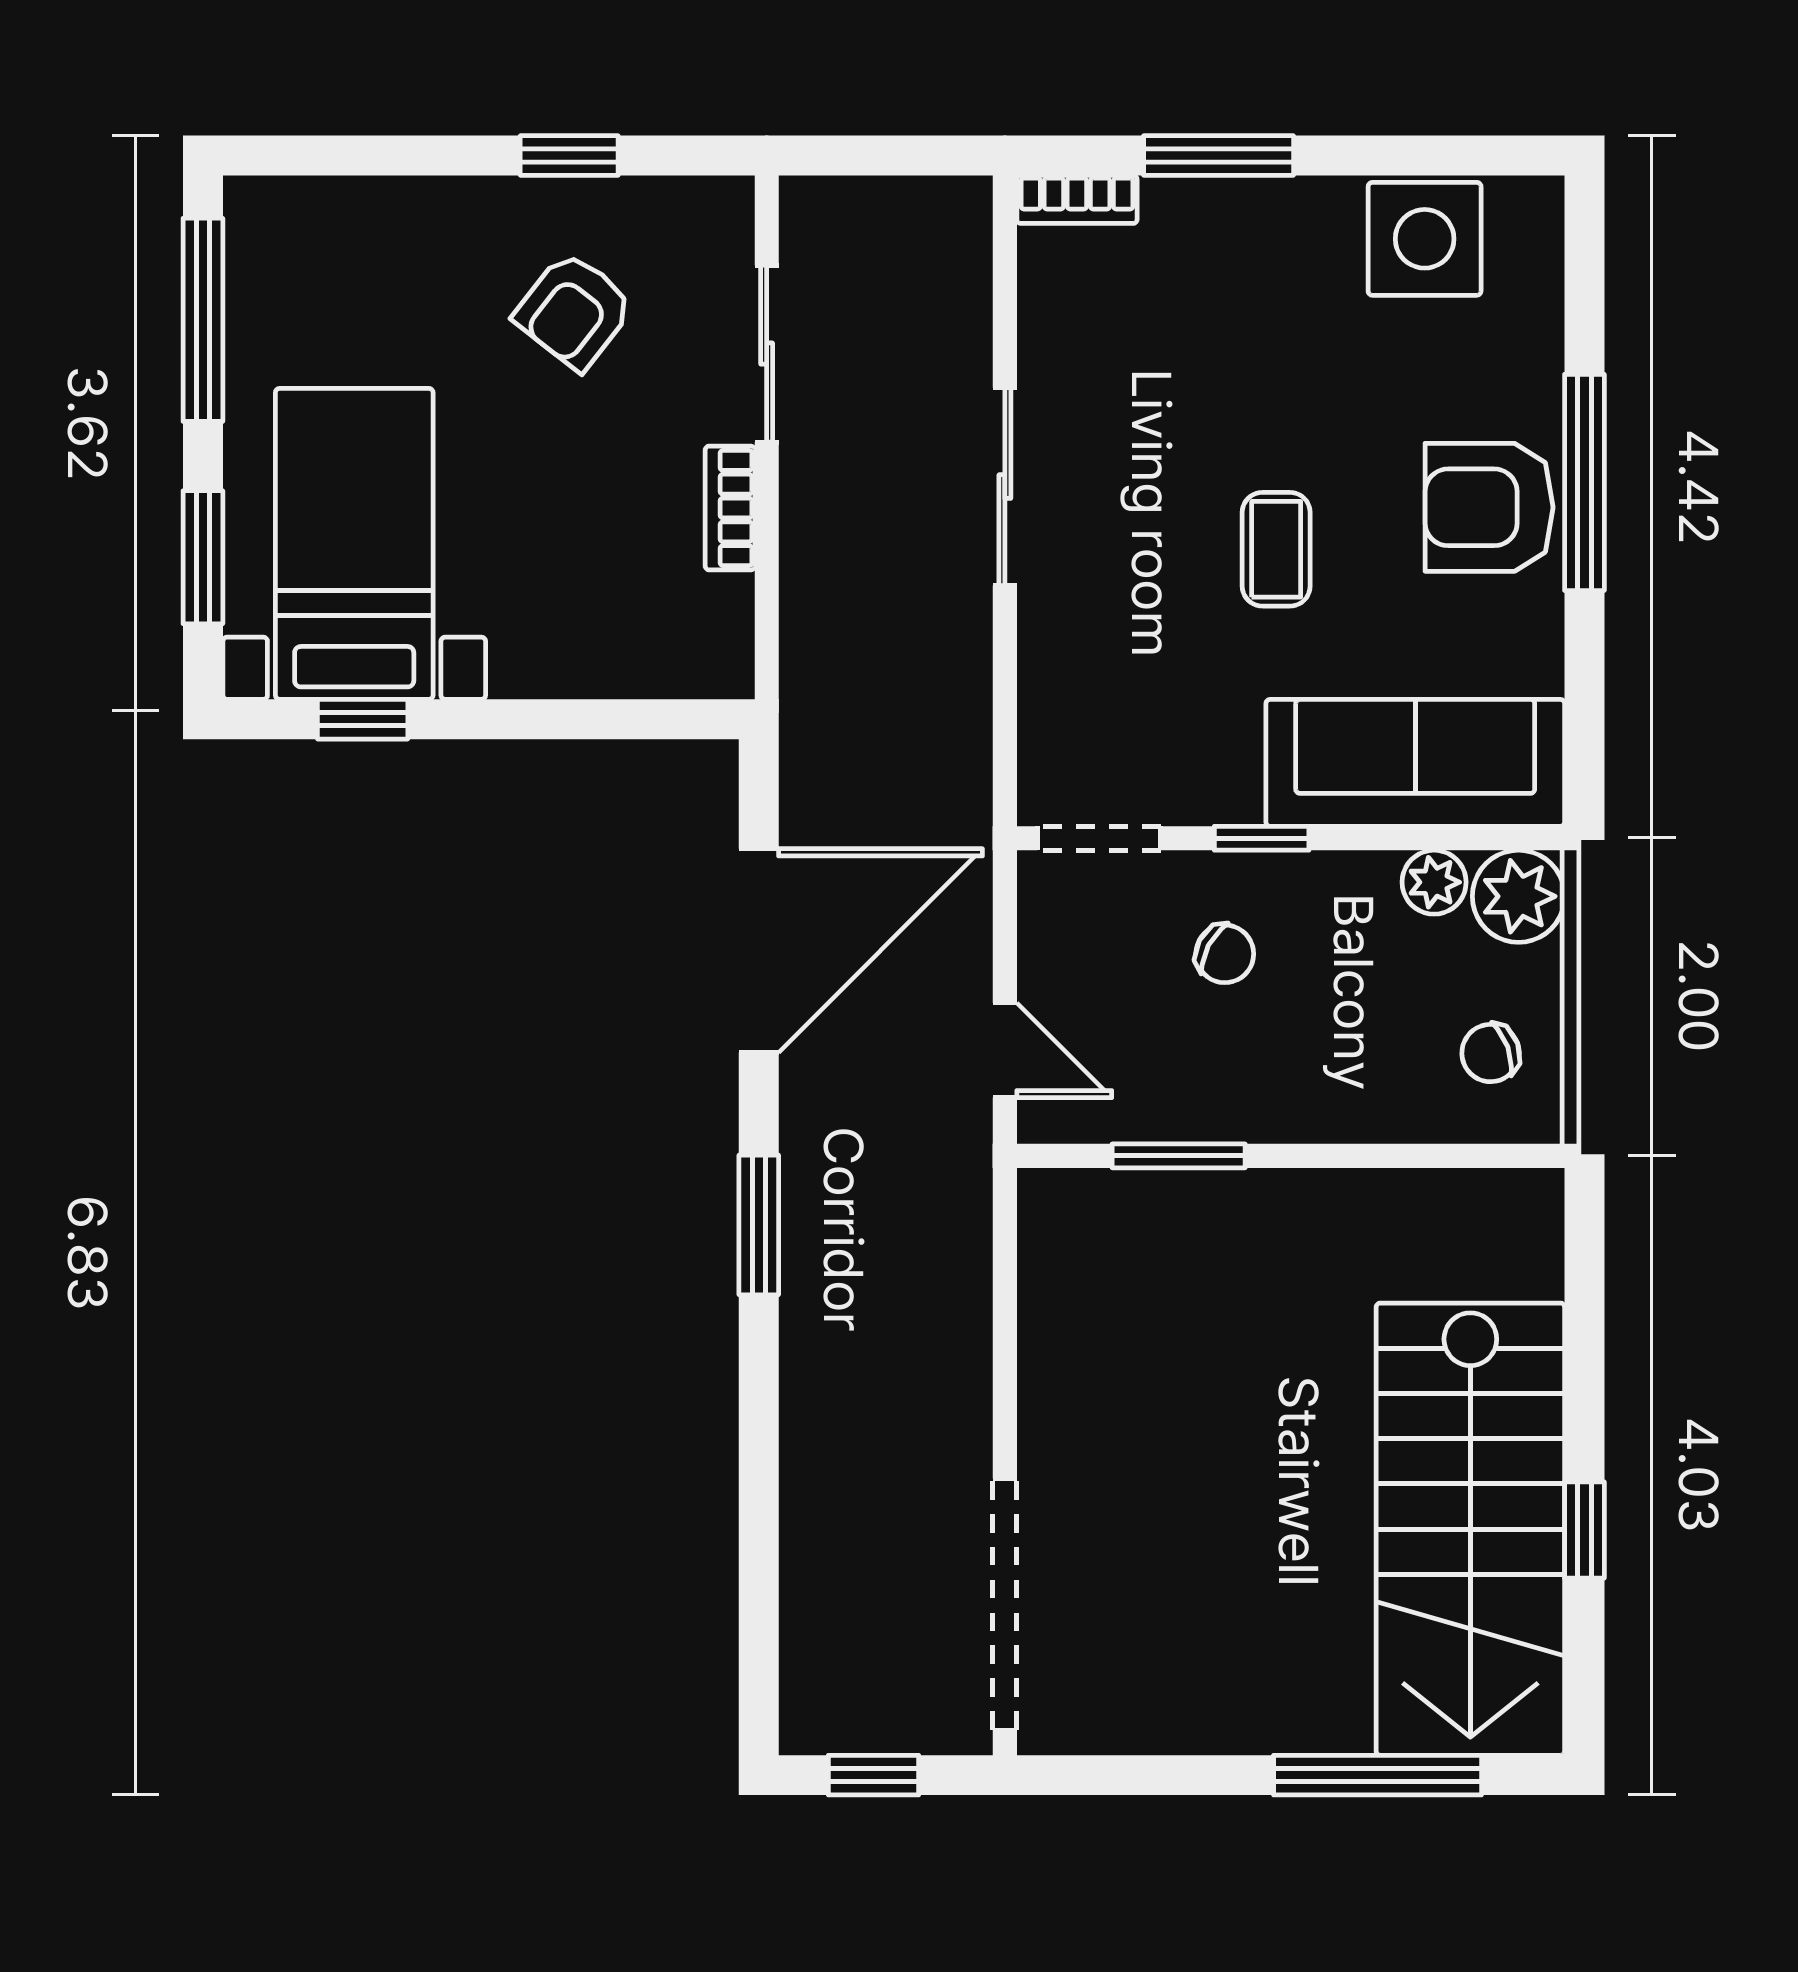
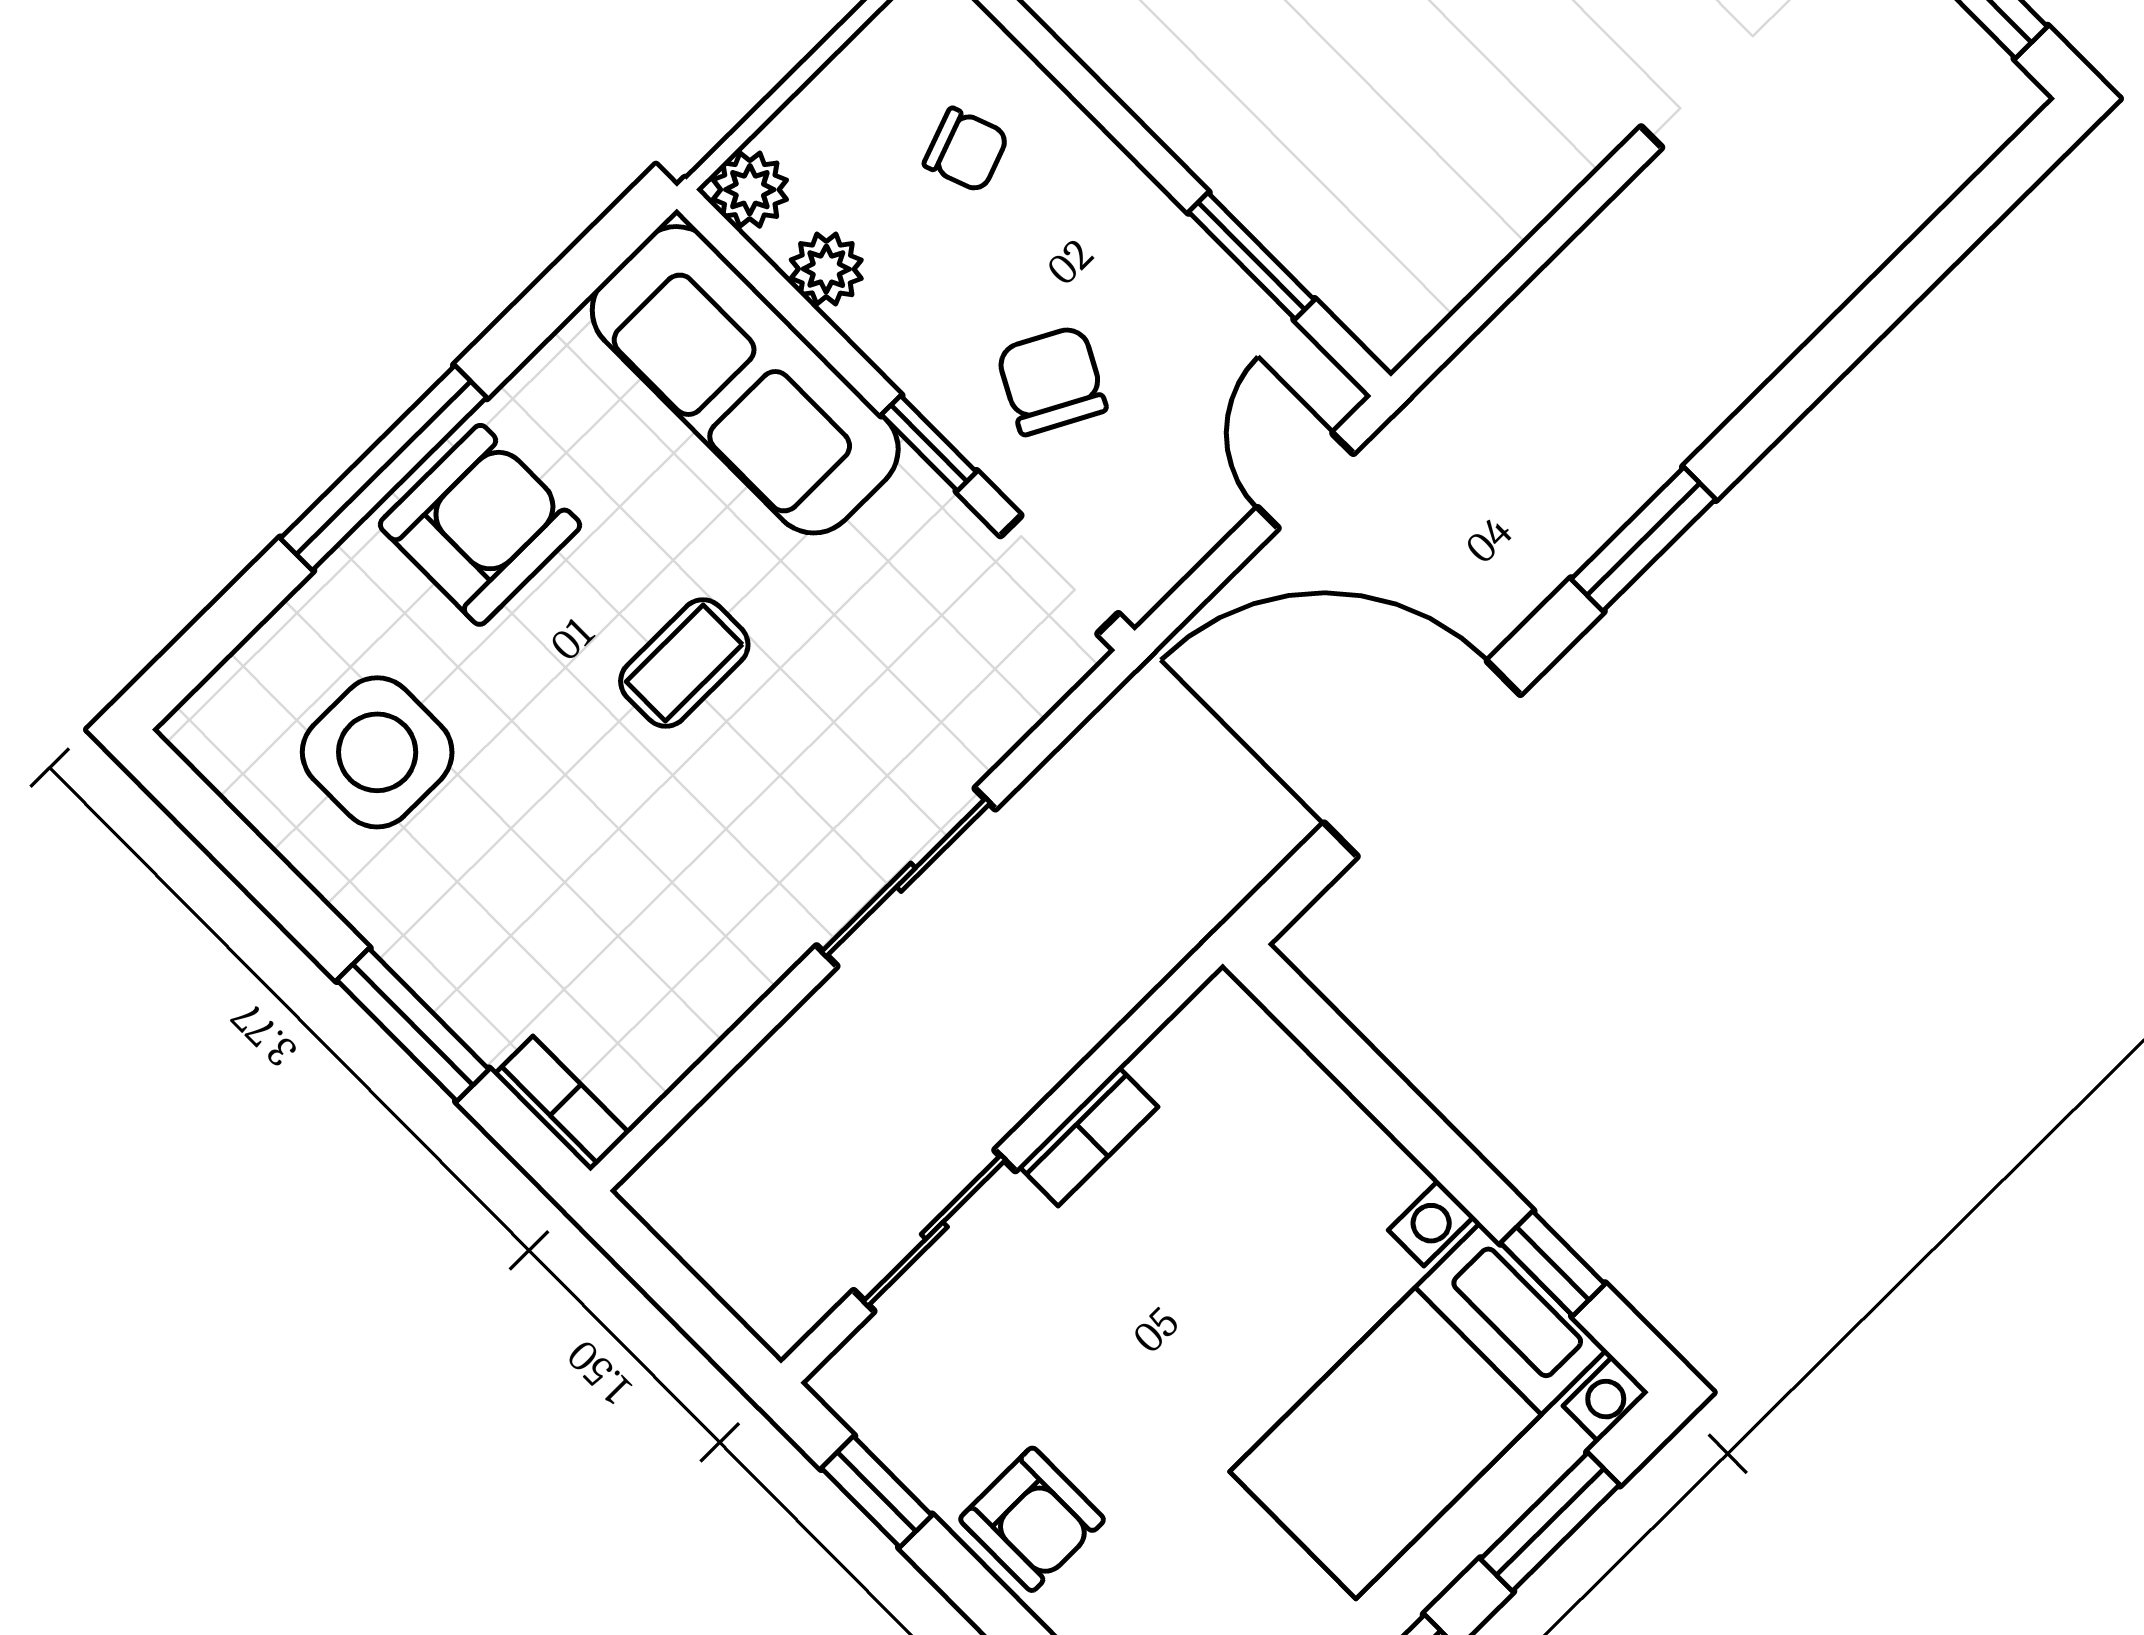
window: (569, 155) -> (877, 1492), moved
side table: (1425, 239) -> (377, 752), moved
armchair: (574, 311) -> (1032, 1519), moved, turned 52
sliding door: (1005, 487) -> (906, 877), moved
armchair: (1489, 507) -> (480, 525), turned -90
plant: (1519, 896) -> (750, 190), width x0.73, depth x0.73
chair: (1225, 954) -> (1052, 380), width x1.37, depth x1.37
chair: (1491, 1053) -> (966, 150), moved

